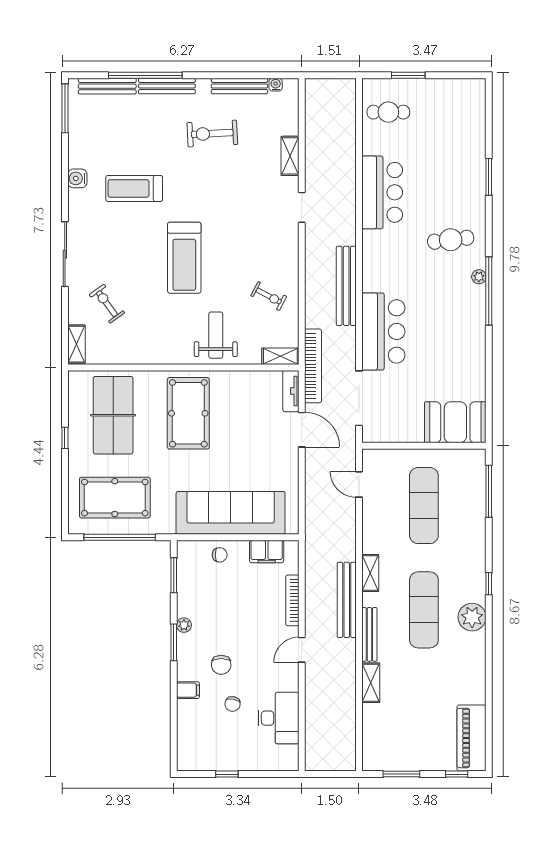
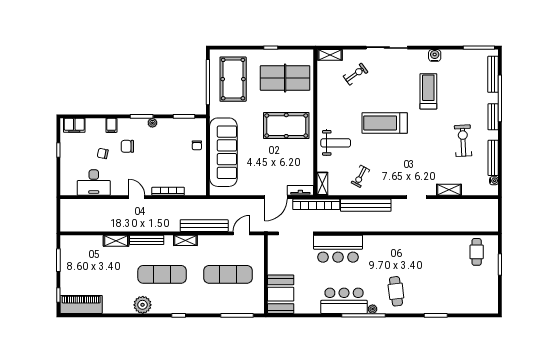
bench: (167, 86) -> (493, 117), width x0.73
bar counter: (382, 192) -> (344, 301), moved, turned 180
bench: (346, 286) -> (366, 205), moved
filing cabinet: (267, 551) -> (74, 125), moved, turned -90
bench: (347, 600) -> (204, 226), moved
plant: (472, 617) -> (143, 305), moved

